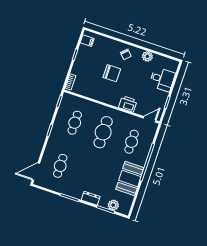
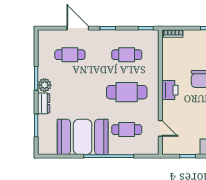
printer: (128, 104) -> (170, 90), moved
door: (150, 119) -> (160, 128), moved
door: (36, 172) -> (78, 28), moved
booth: (130, 178) -> (83, 137), width x1.36, depth x1.42
plant: (113, 205) -> (45, 85), moved

